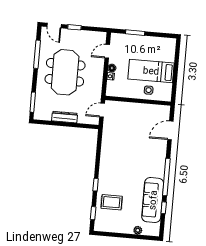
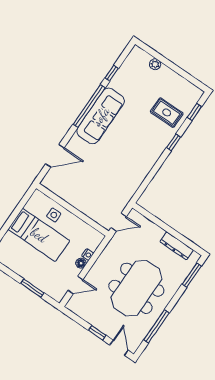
dresser: (65, 117) -> (177, 246), moved
sofa: (153, 200) -> (101, 116), moved

